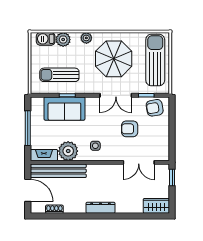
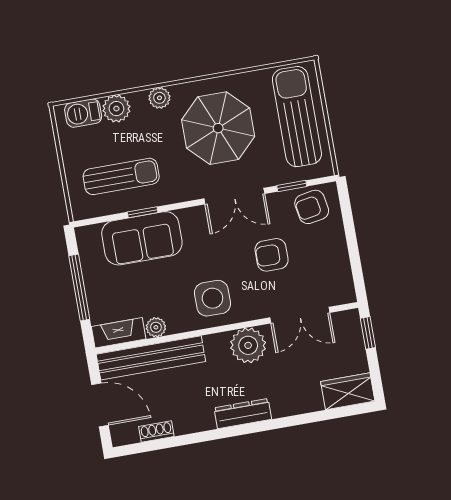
sun lounger: (59, 75) -> (121, 176), turned 180
side table: (95, 146) -> (212, 298), width x1.87, depth x1.87
plant: (68, 151) -> (156, 327), width x0.53, depth x0.53
plant: (109, 173) -> (248, 345), added

